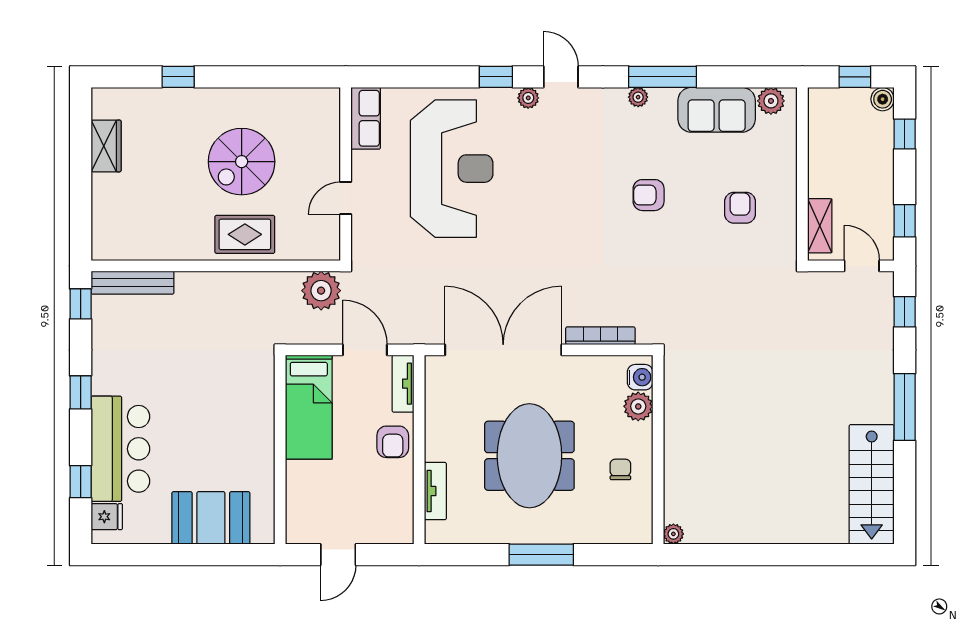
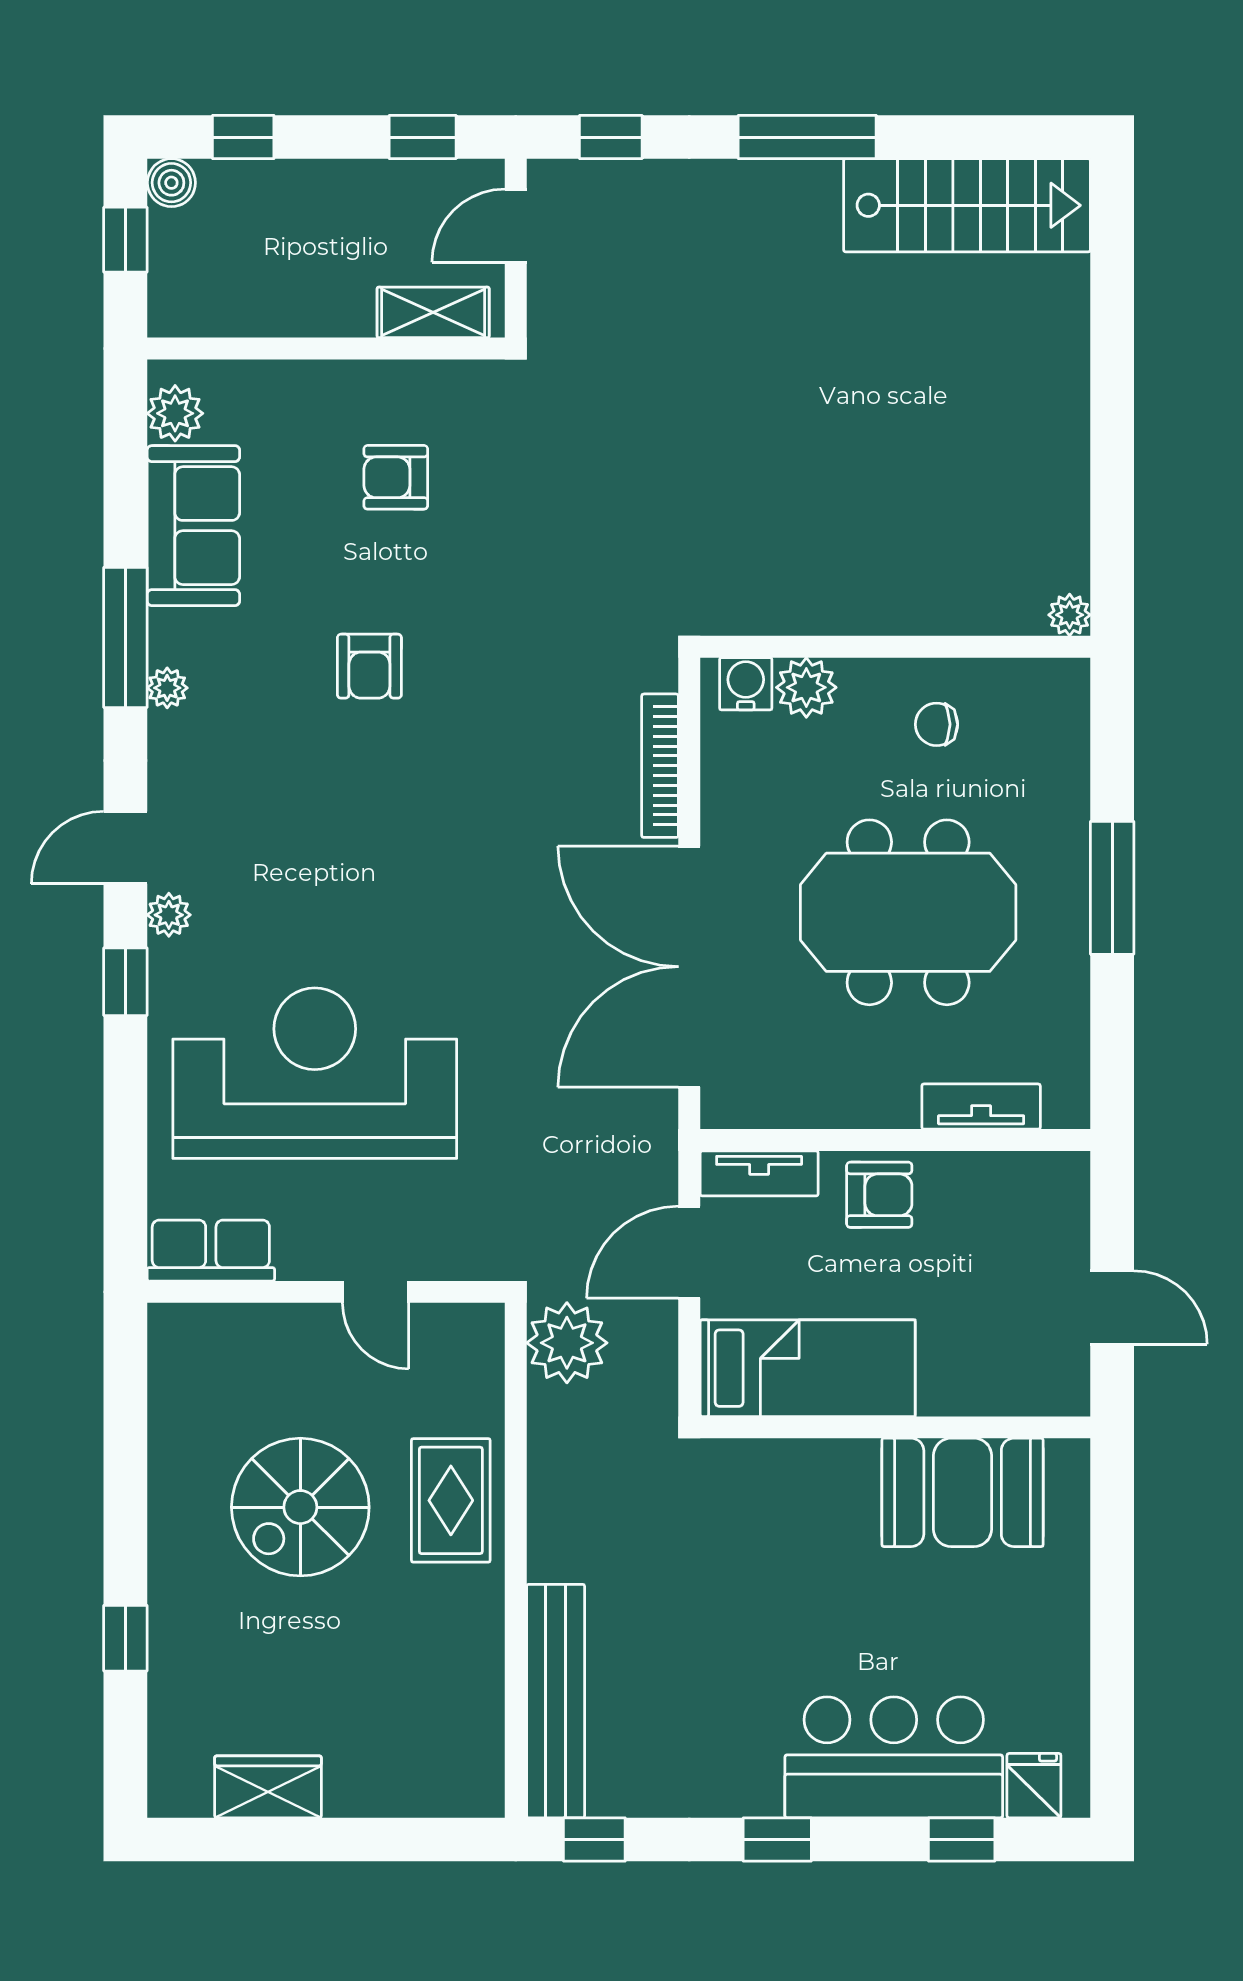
spiral stairs: (242, 162) -> (300, 1507), turned 90
bench: (133, 283) -> (556, 1701), width x1.37, depth x1.21
booth: (211, 518) -> (963, 1492), moved, turned 90

